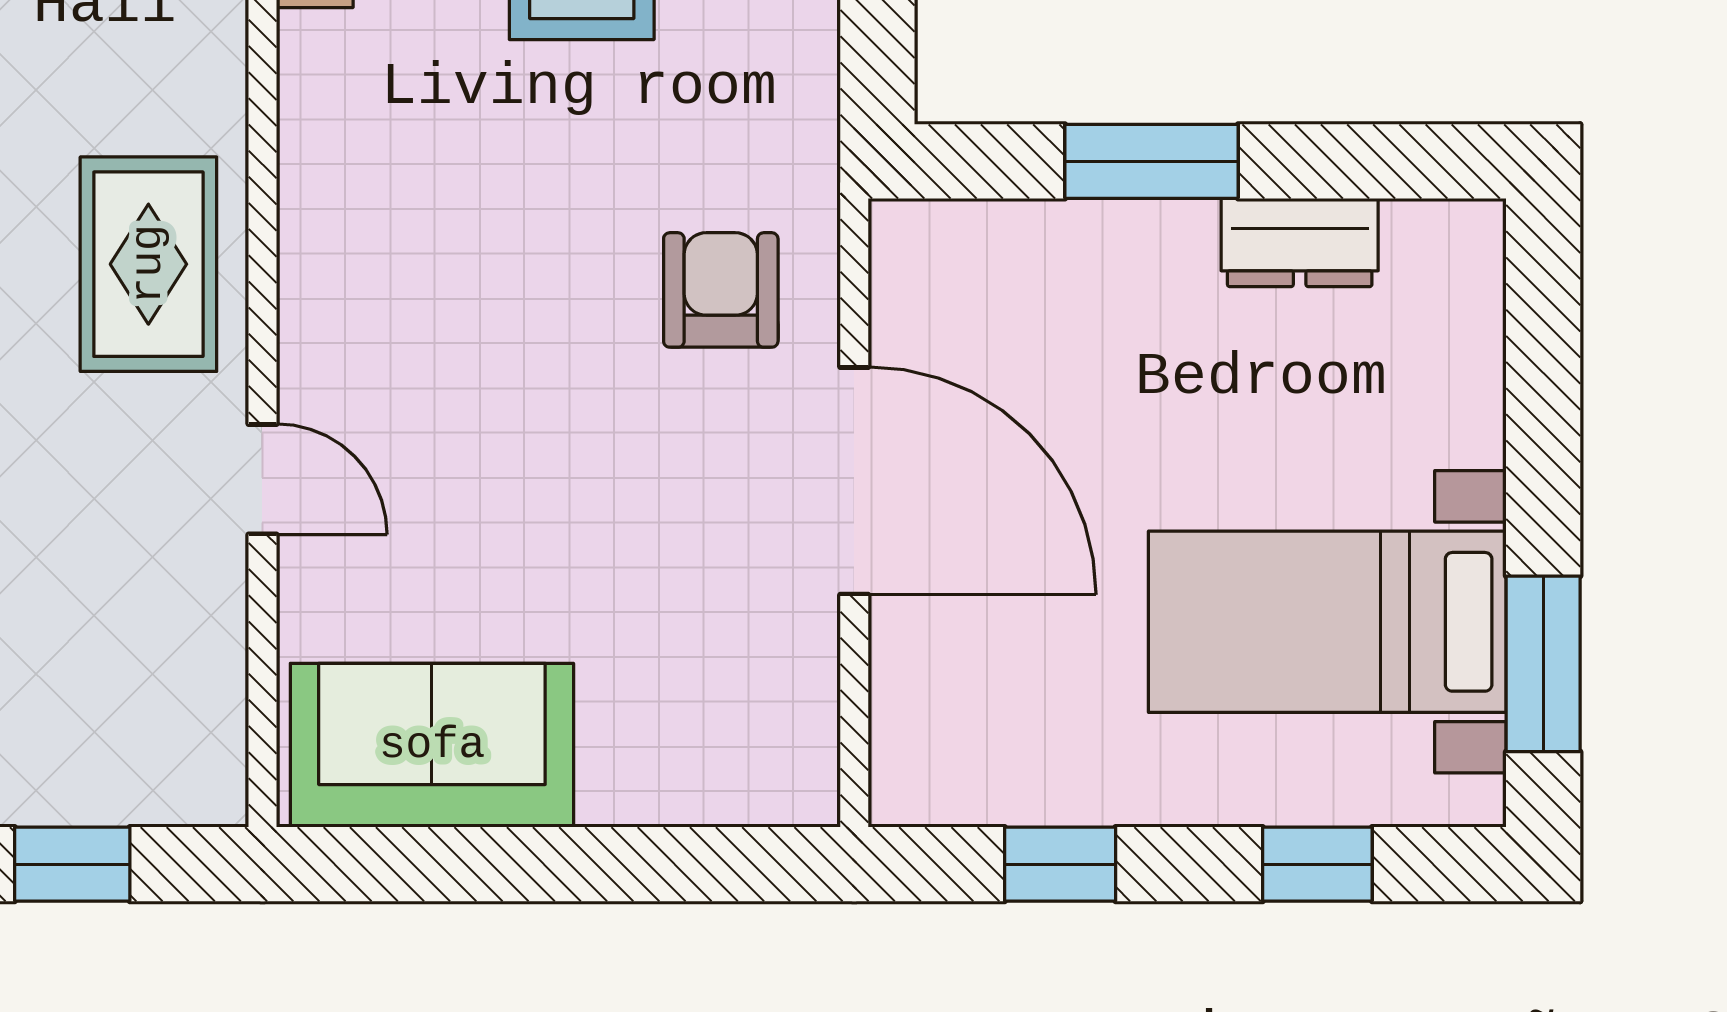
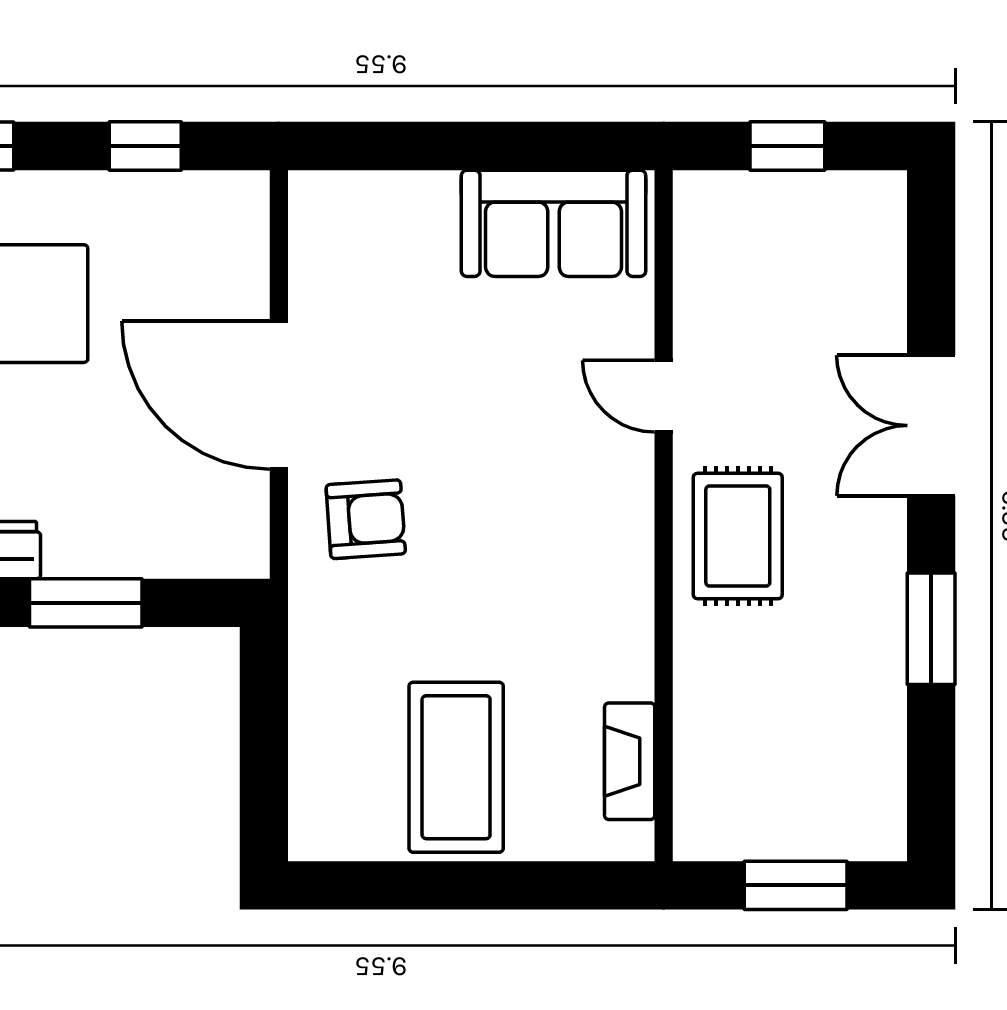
armchair: (721, 290) -> (366, 519), turned -94

